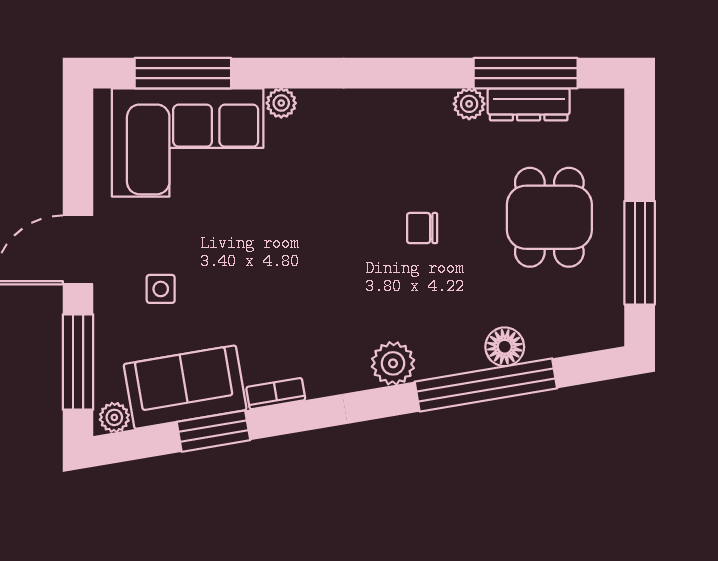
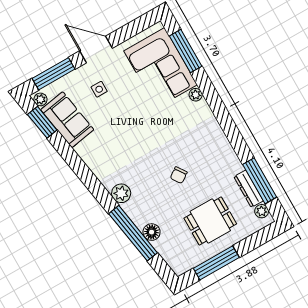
plant: (469, 104) -> (262, 211), moved
chair: (422, 228) -> (179, 175), turned -125
bookcase: (276, 394) -> (84, 155), removed
window: (213, 431) -> (42, 122), moved

